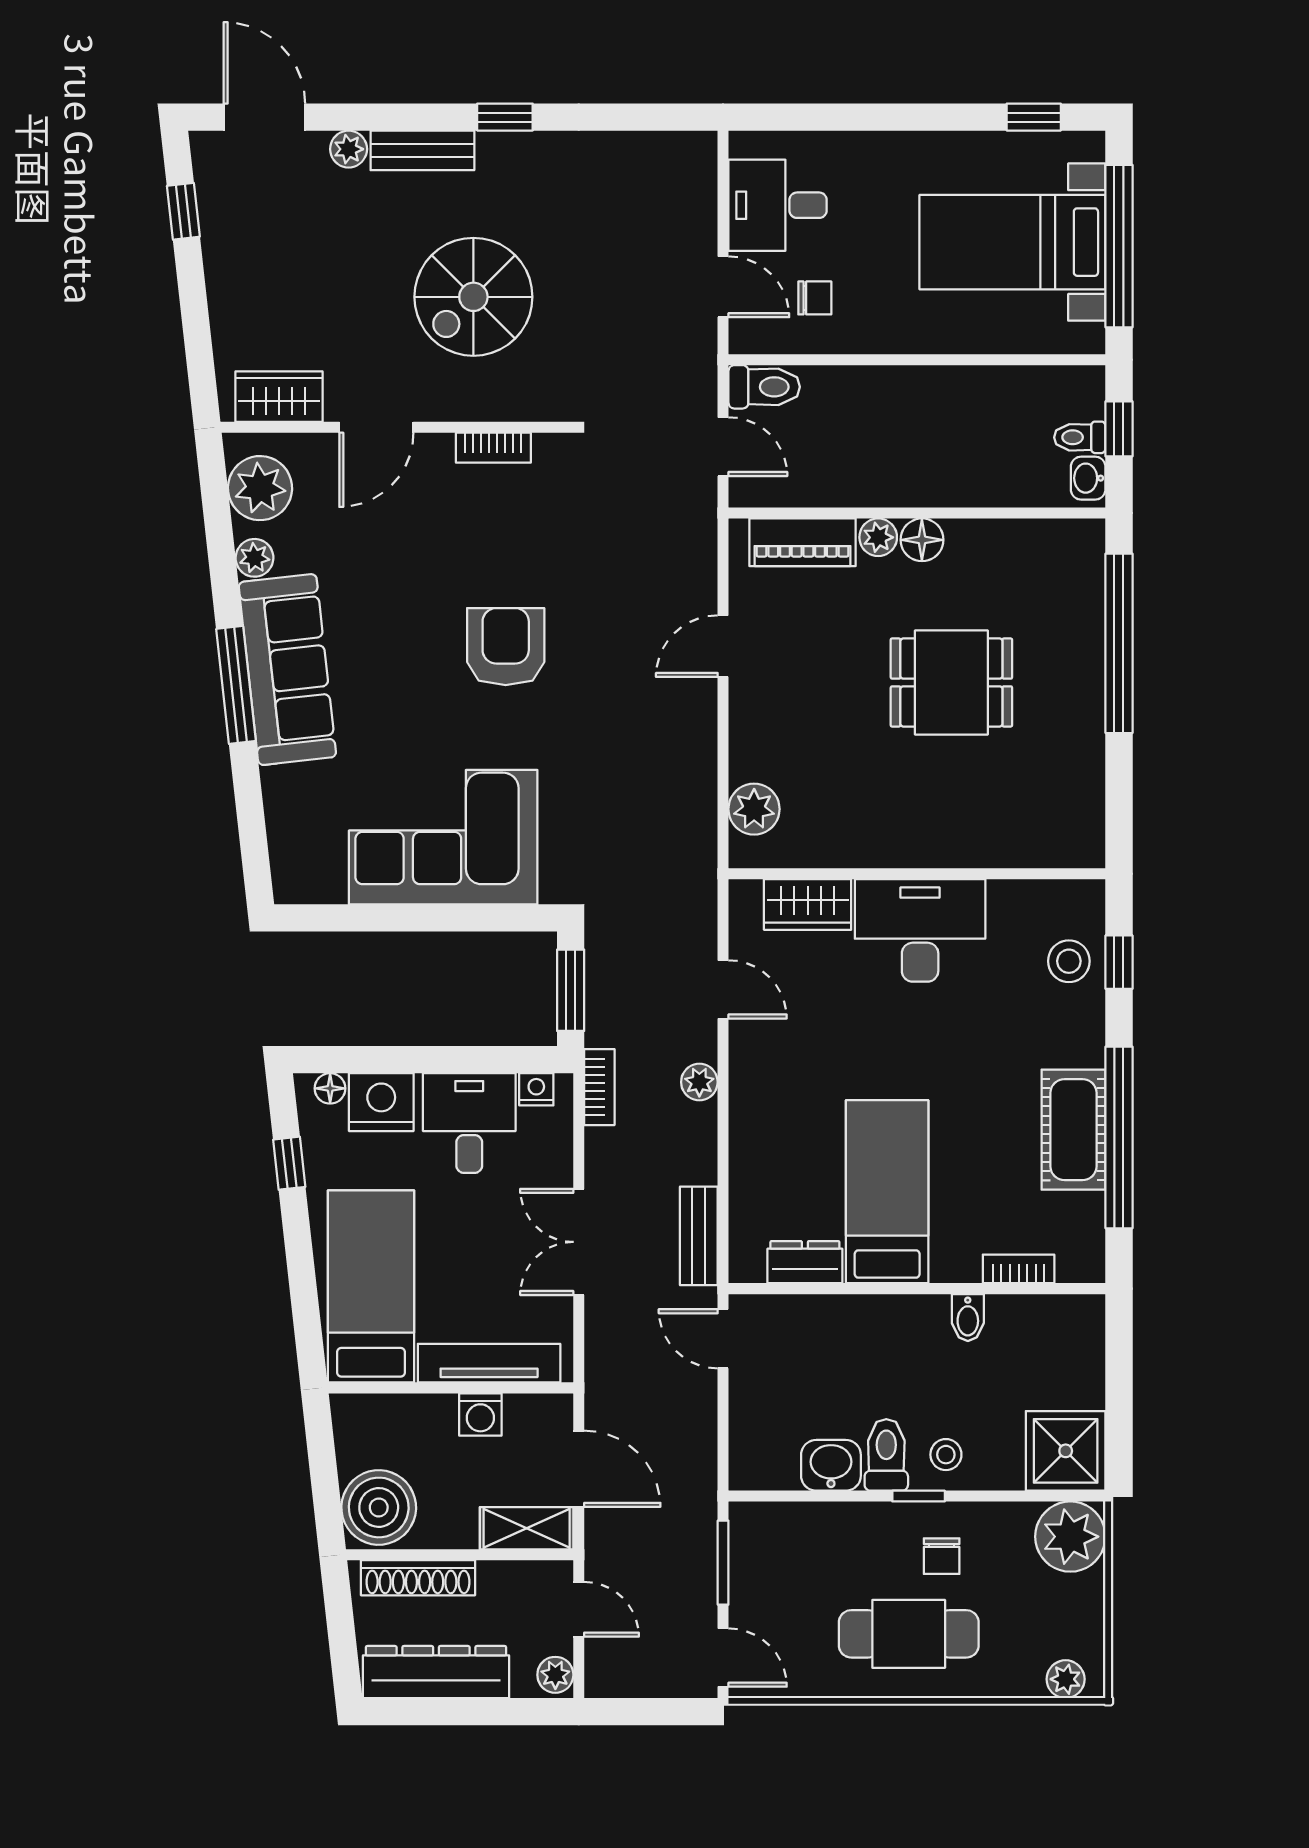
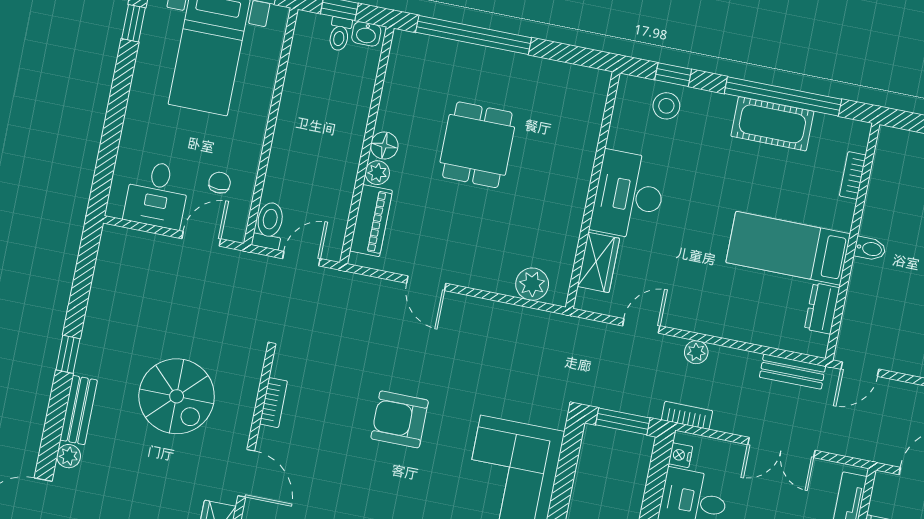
bidet: (968, 1318) -> (870, 249), moved

